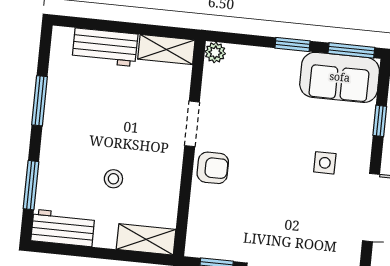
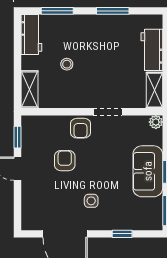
sofa: (340, 77) -> (148, 171), moved
armchair: (260, 197) -> (65, 161), added

